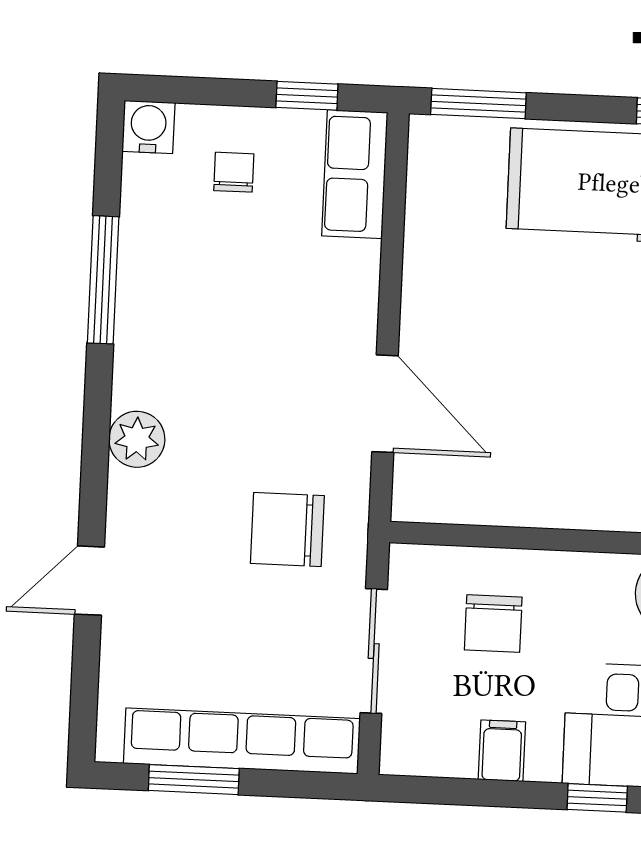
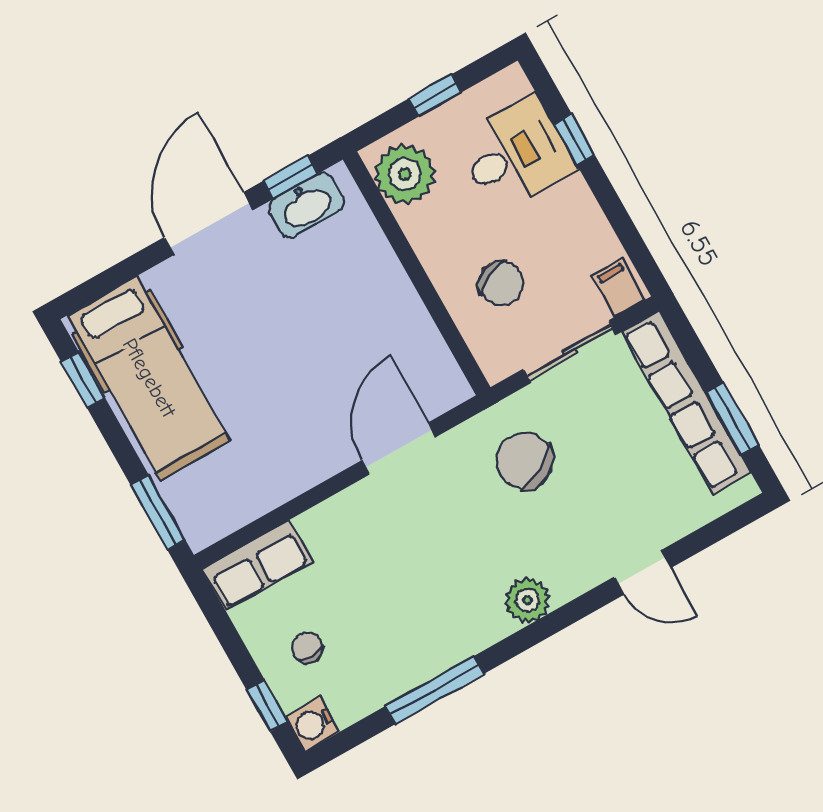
window: (307, 96) -> (267, 706), moved
chair: (234, 172) -> (307, 648), turned 90
chair: (287, 530) -> (525, 461), turned 151
chair: (493, 624) -> (501, 283), turned 65
filing cabinet: (502, 751) -> (619, 288), moved, turned 90

